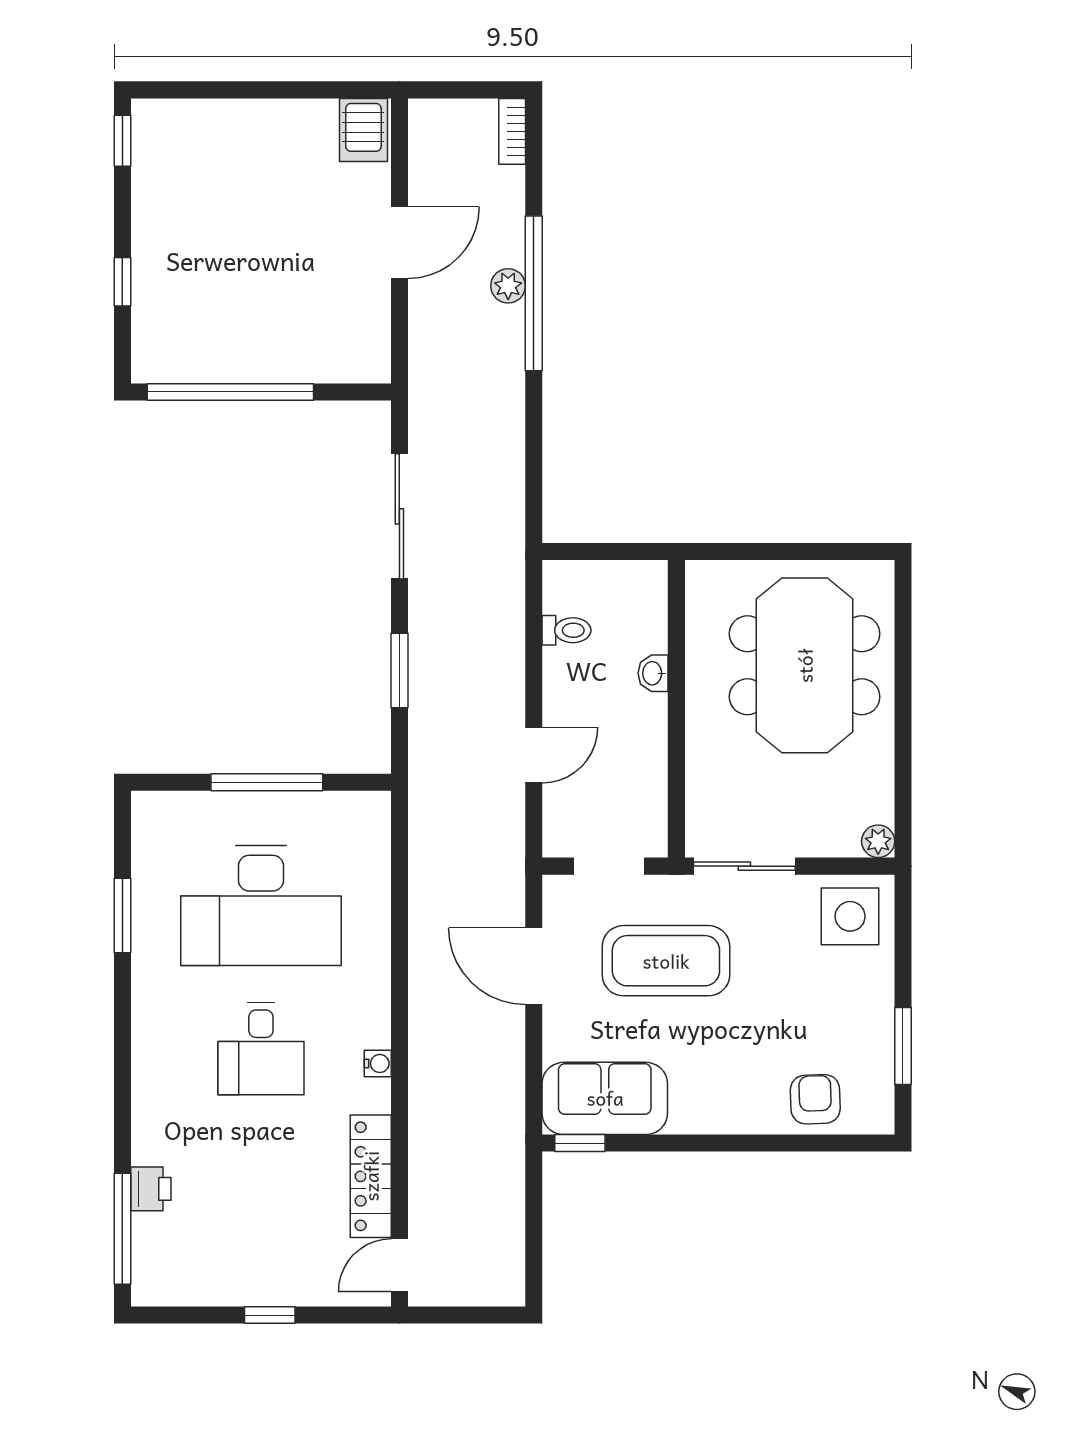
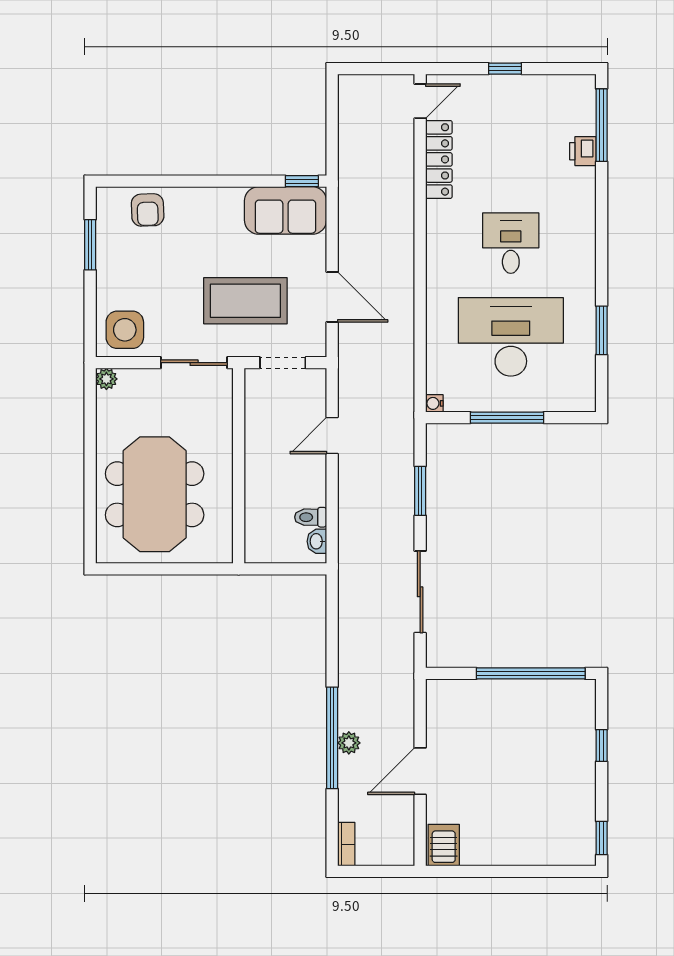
washbasin: (653, 673) -> (317, 541), moved, turned 180
water cooler: (378, 1063) -> (434, 403), moved

